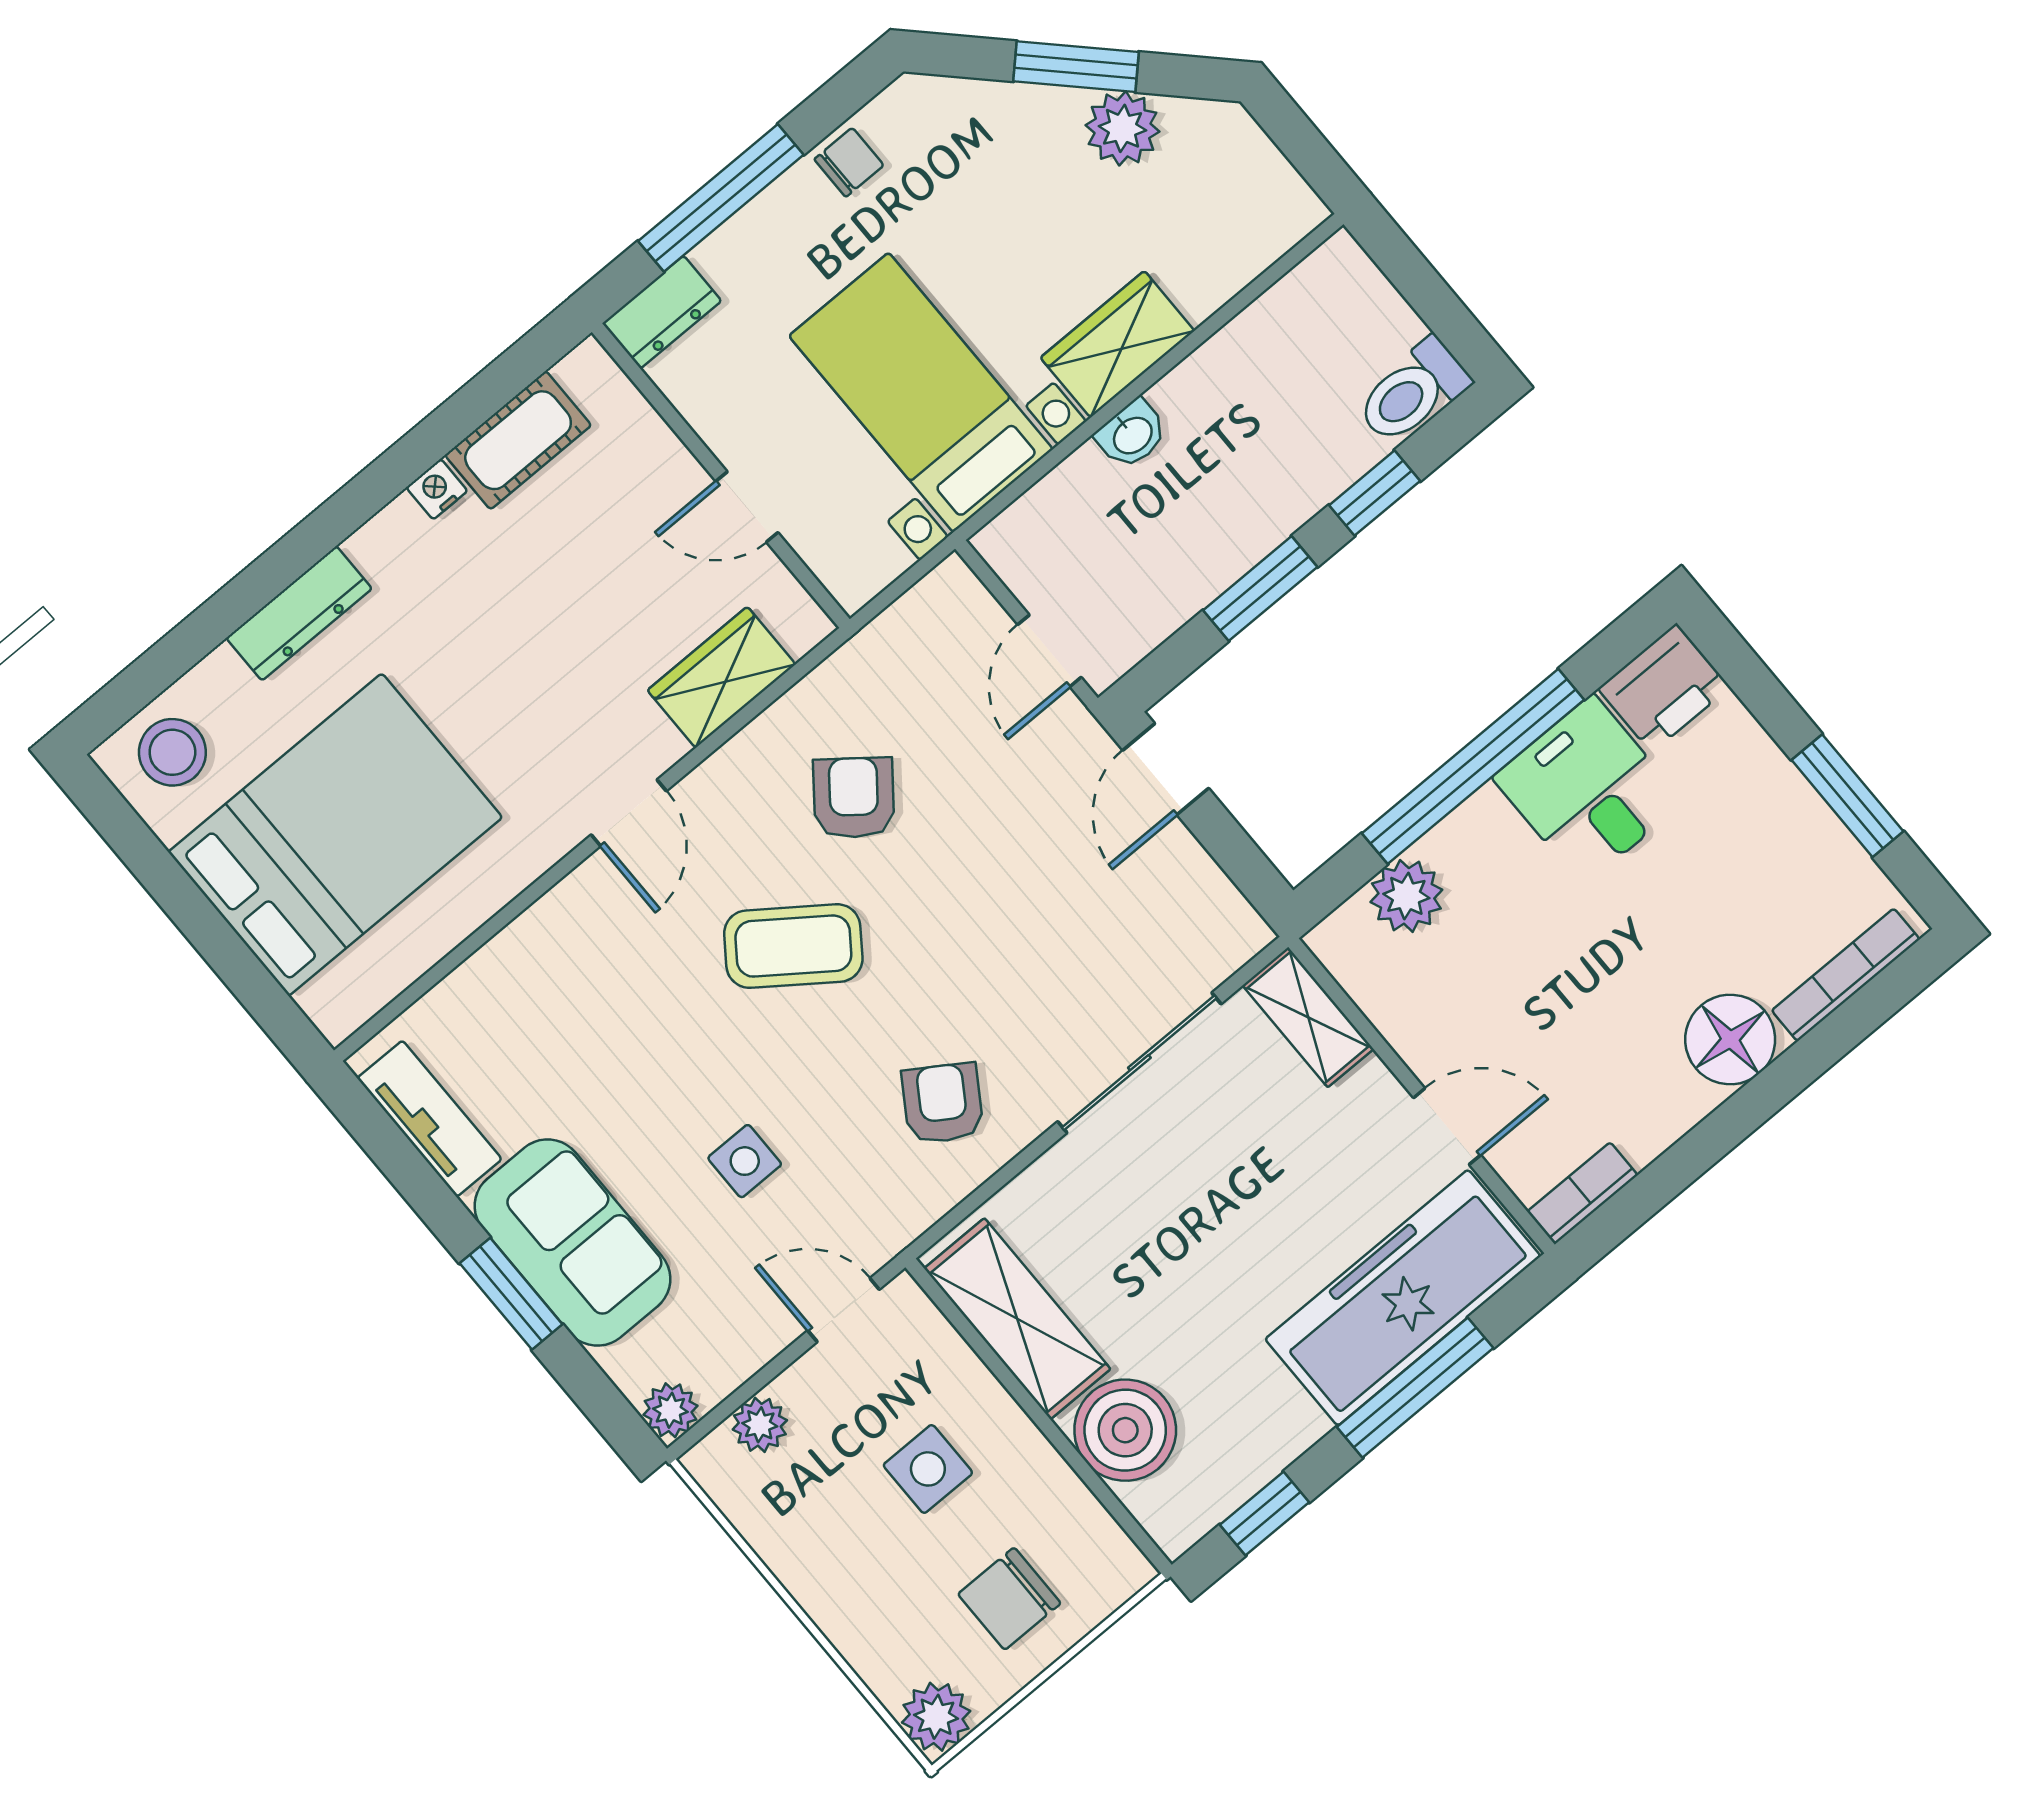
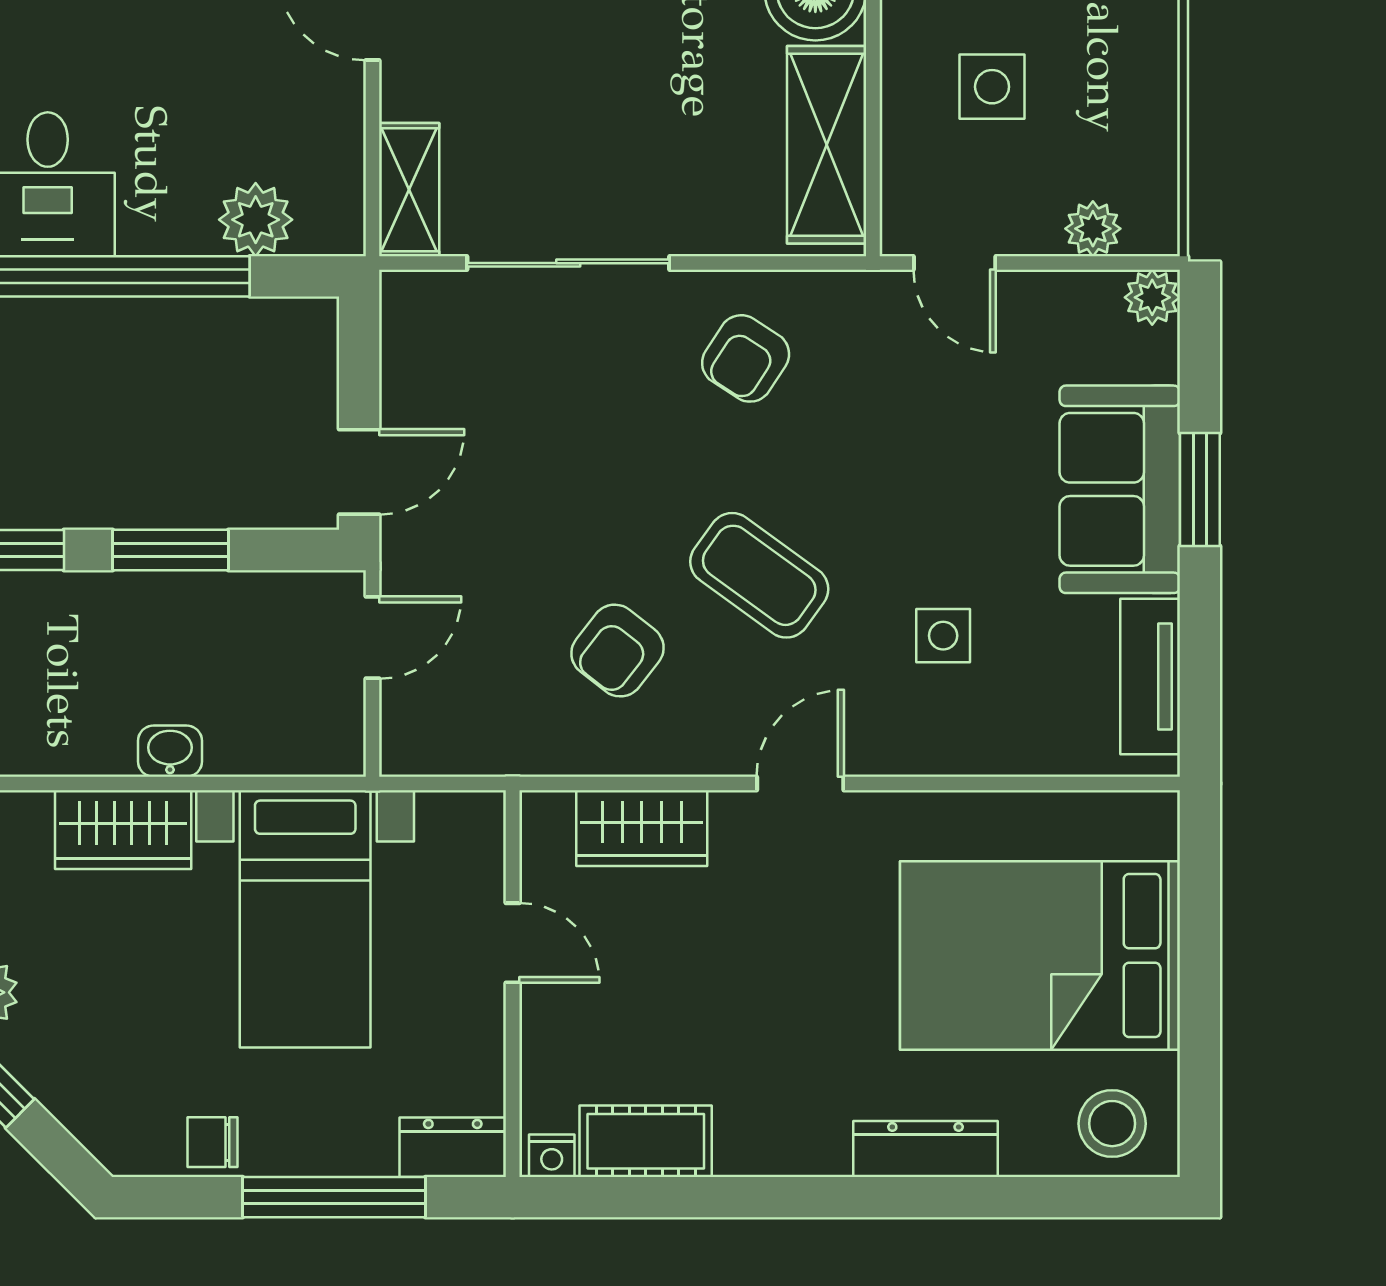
nightstand: (437, 489) -> (552, 1156), moved
side table: (745, 1161) -> (943, 636), moved

